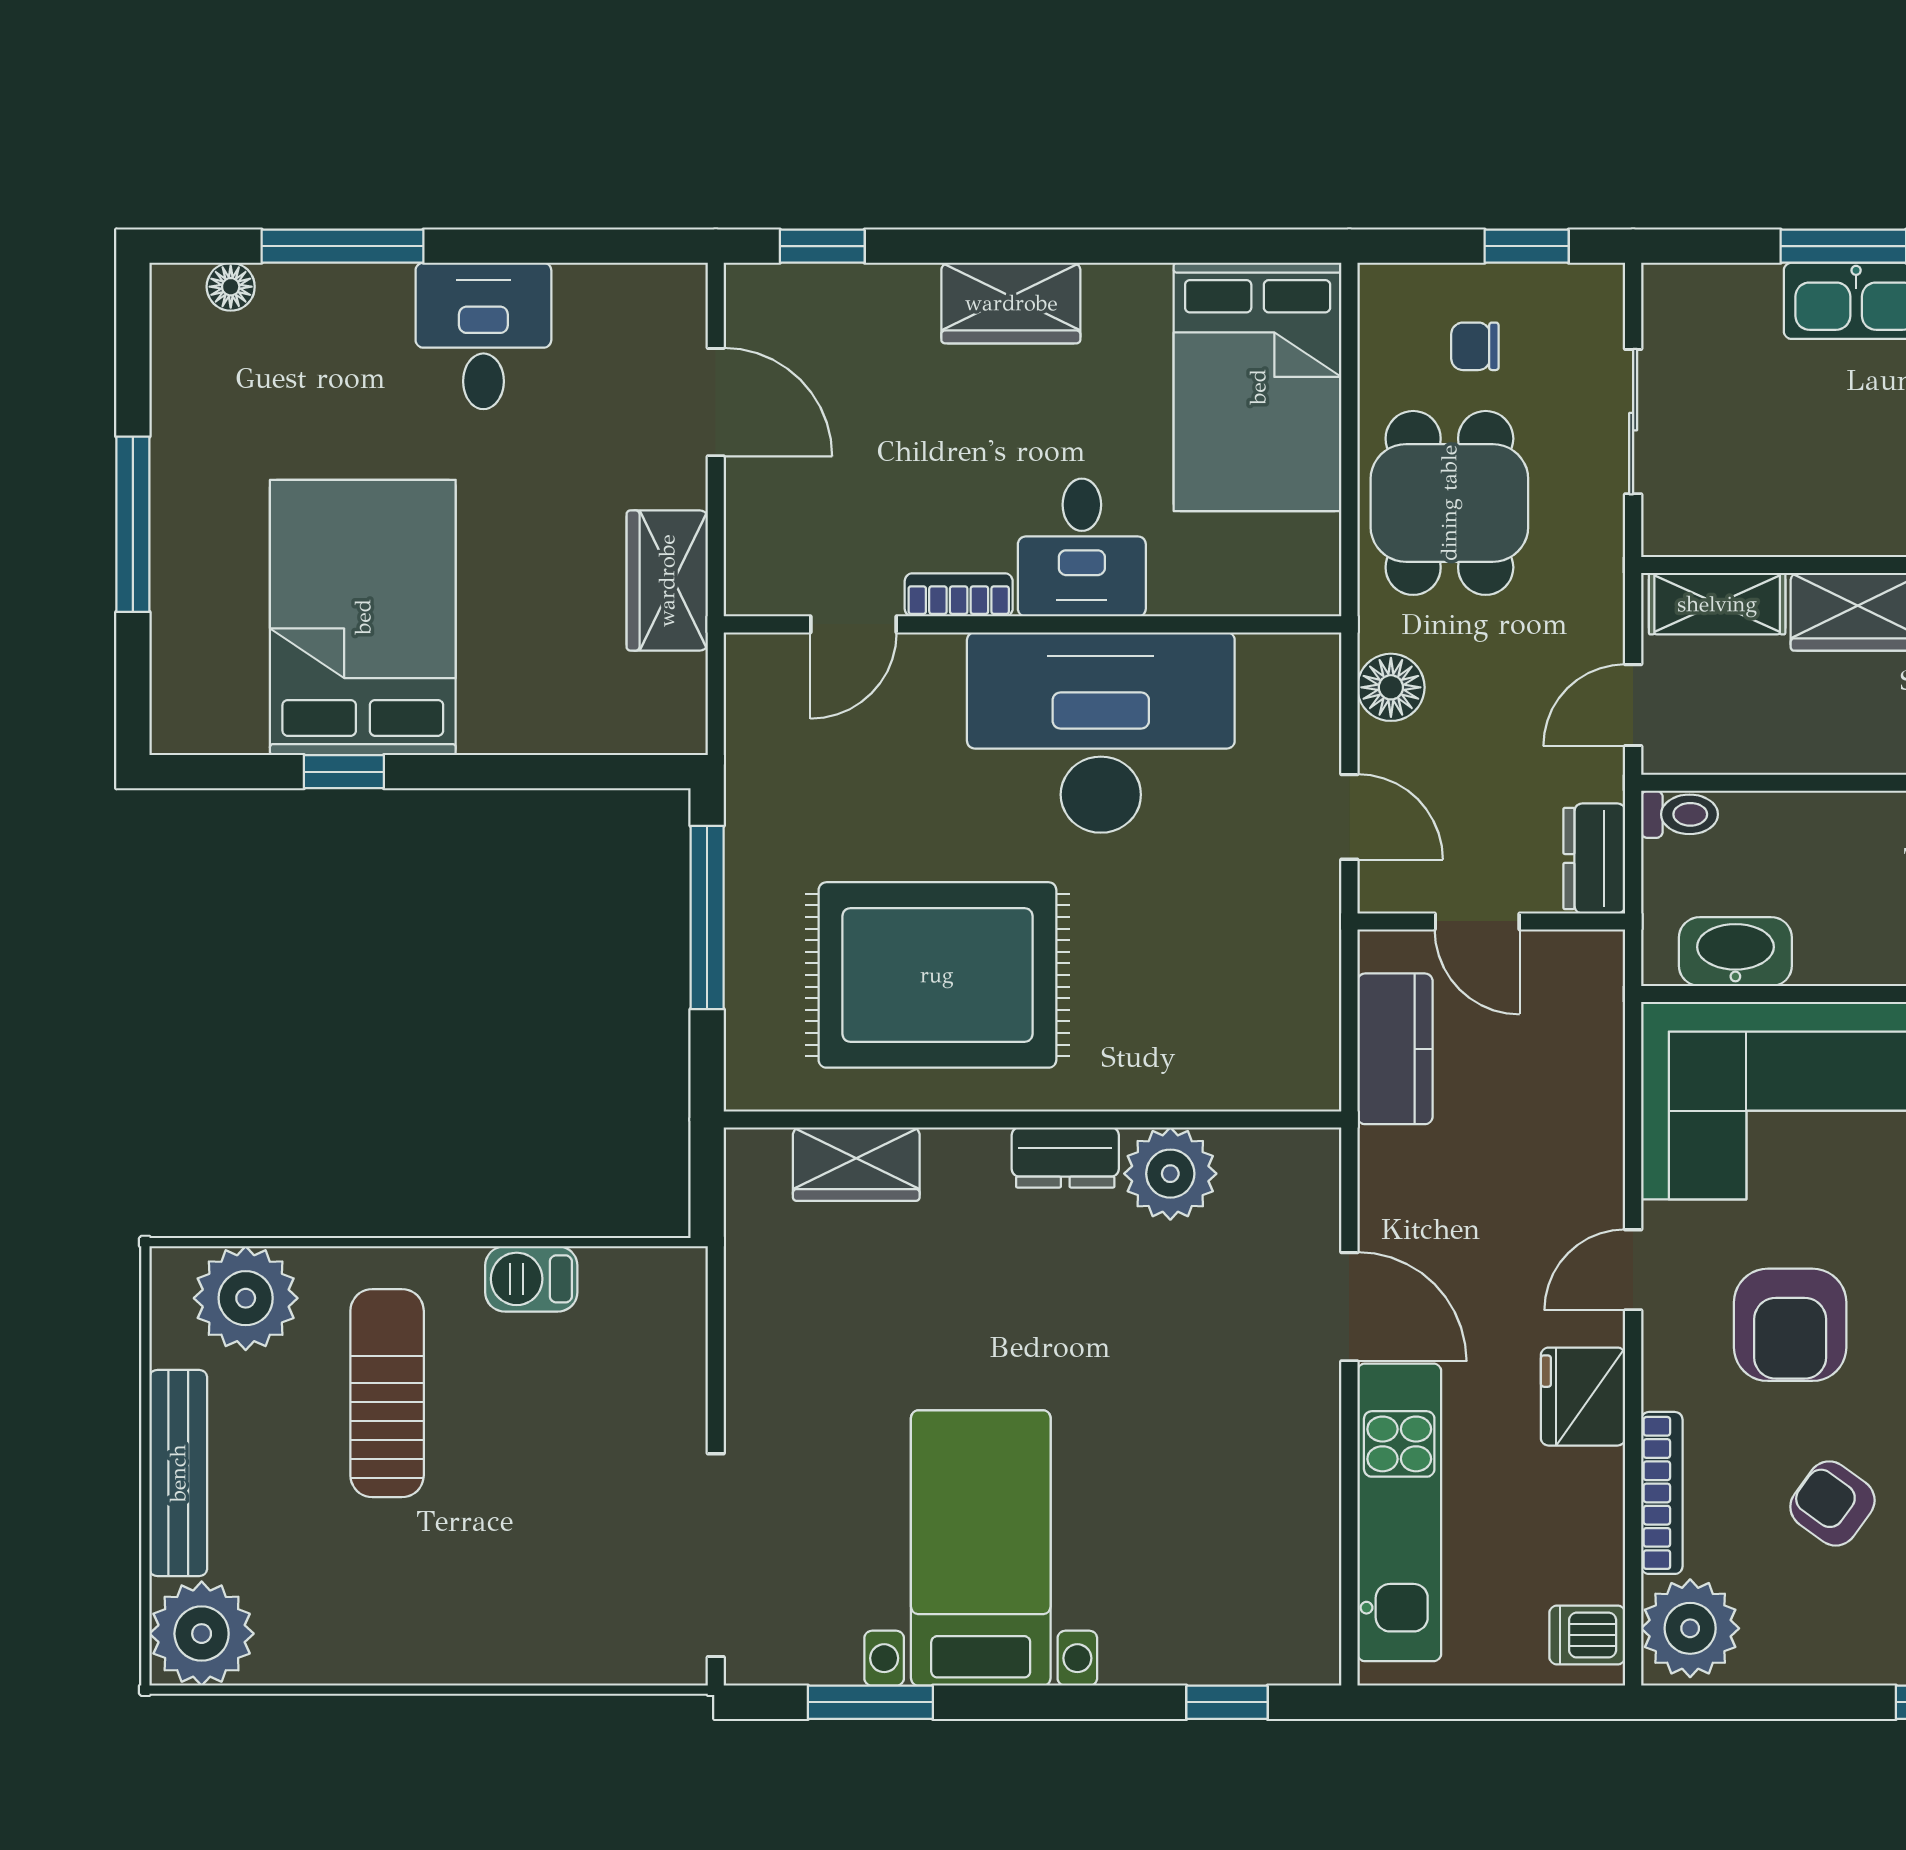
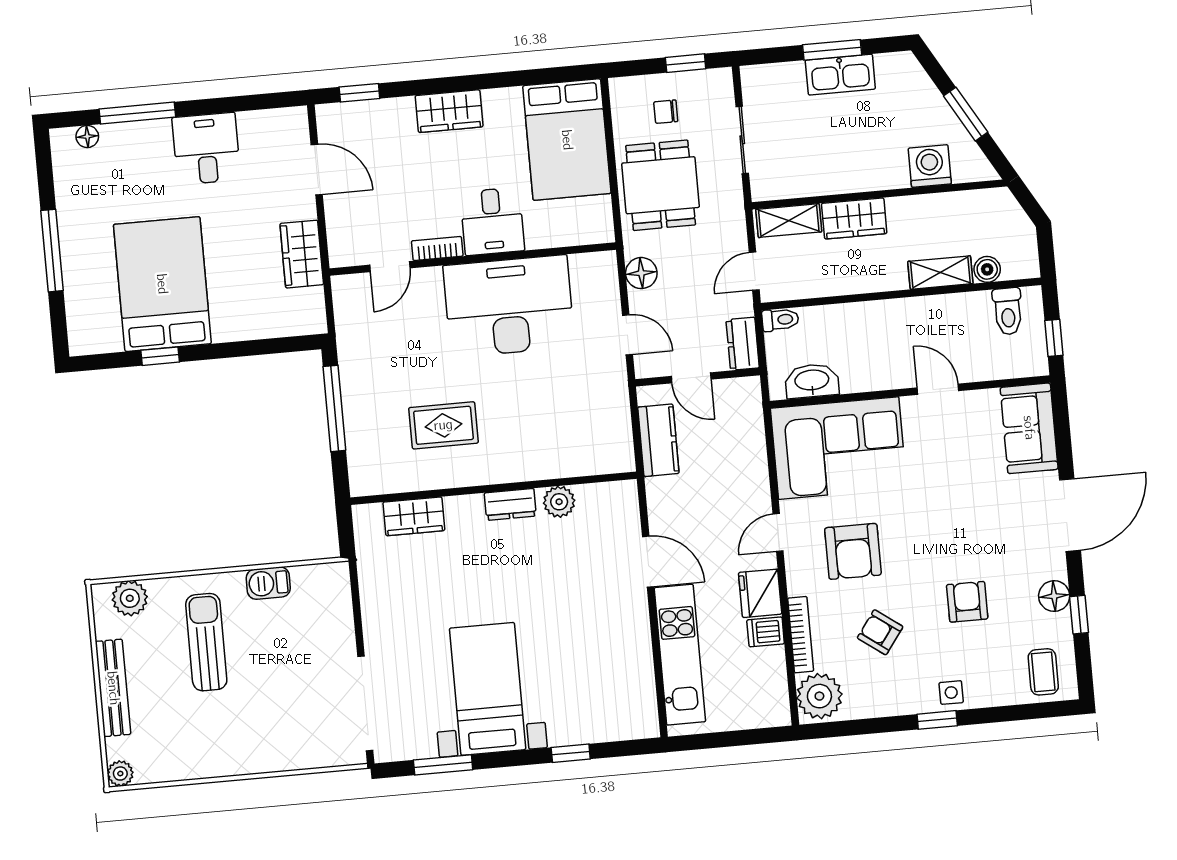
rug: (937, 975) -> (443, 425), width x0.54, depth x0.49
plant: (1170, 1174) -> (559, 502), width x0.73, depth x0.73
plant: (246, 1298) -> (130, 598), width x0.73, depth x0.73
plant: (202, 1634) -> (120, 774), width x0.53, depth x0.53
dishwasher: (1587, 1635) -> (766, 632), moved
window: (1227, 1702) -> (571, 753), moved

